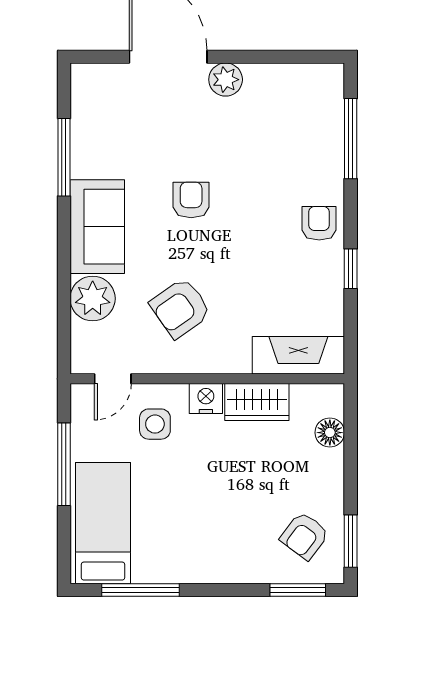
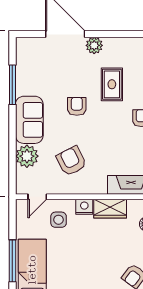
rug: (260, 156) -> (112, 84), added
armchair: (180, 308) -> (71, 161), turned 98
window: (64, 464) -> (12, 261), moved

